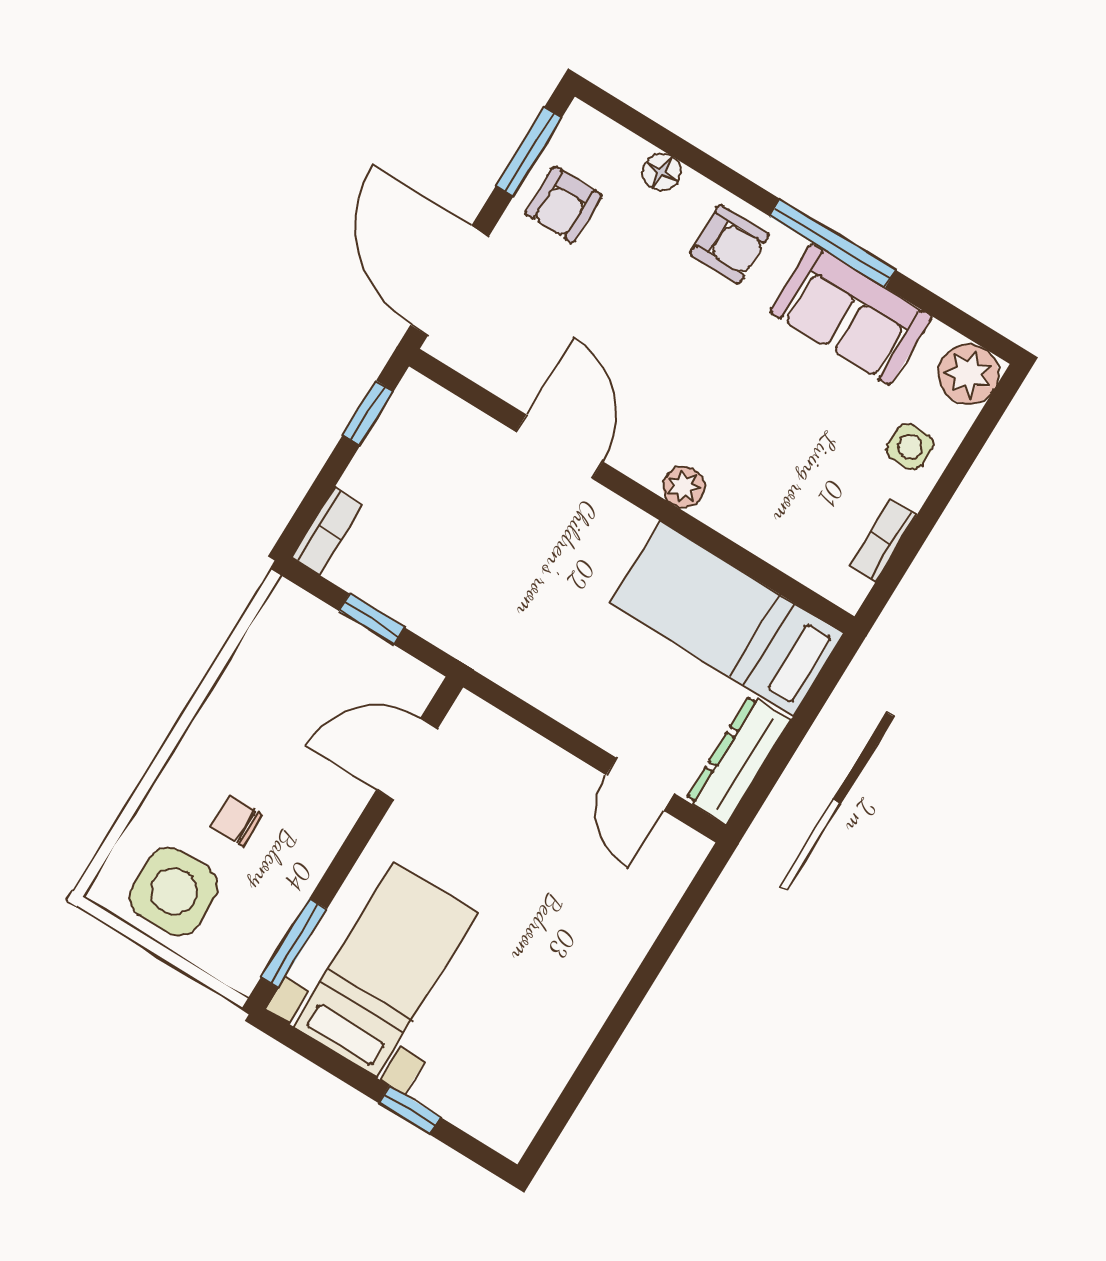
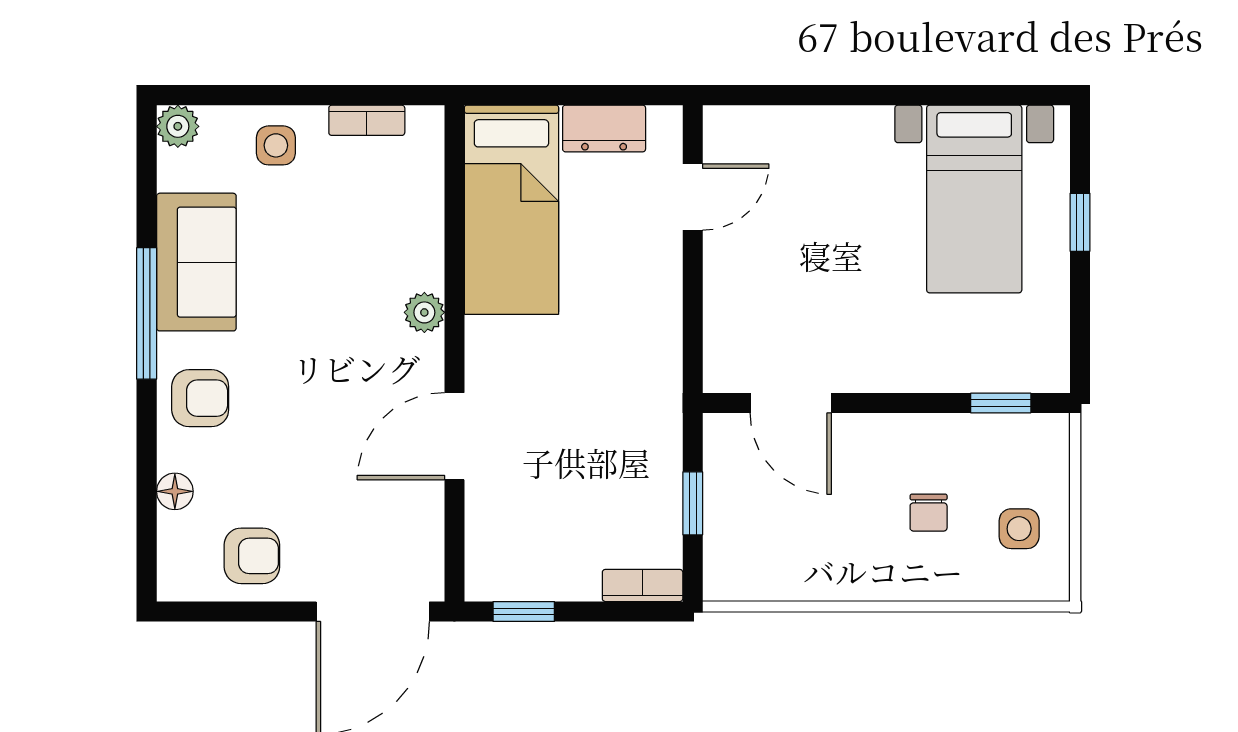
window: (529, 152) -> (226, 611), removed
armchair: (730, 244) -> (200, 398), turned 90
plant: (969, 374) -> (178, 126), width x0.73, depth x0.73
dresser: (738, 760) -> (604, 128), width x0.70
side table: (174, 891) -> (1019, 529), width x0.54, depth x0.54
window: (294, 943) -> (1001, 403), width x0.67
bed with nightstands: (385, 970) -> (974, 199), moved, turned -90

